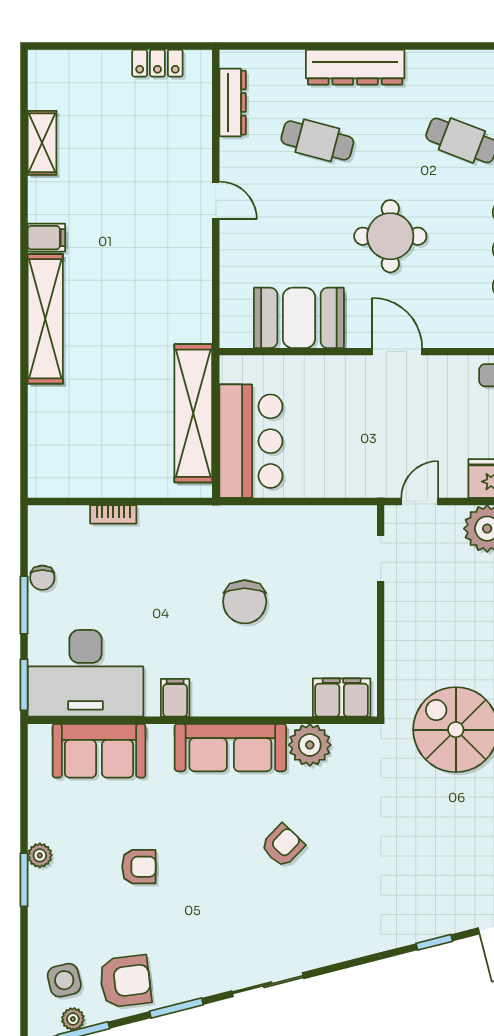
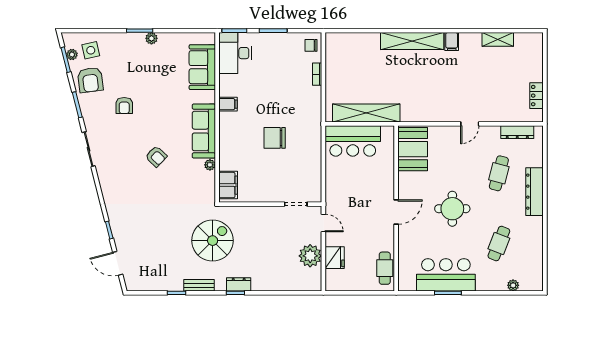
booth: (299, 318) -> (413, 149), moved
chair: (42, 578) -> (311, 45), moved
desk: (85, 673) -> (235, 53), width x0.73, depth x0.77
plant: (310, 745) -> (210, 165), width x0.53, depth x0.53
armchair: (139, 867) -> (124, 106), moved

